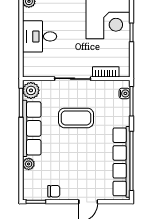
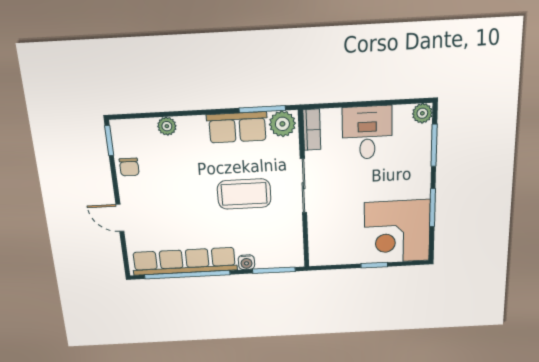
bookcase: (106, 72) -> (312, 130), moved
water cooler: (125, 93) -> (246, 262), moved
coffee table: (76, 118) -> (244, 194), turned 90
row of seats: (32, 128) -> (237, 127), width x0.68

